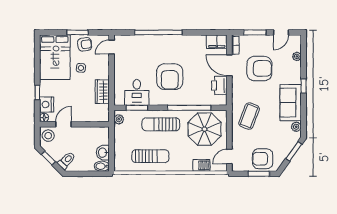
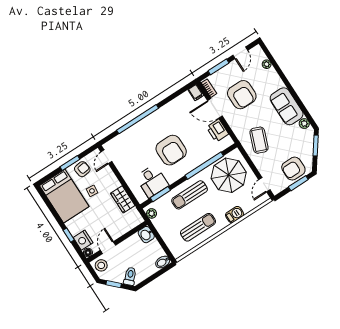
filing cabinet: (217, 42) -> (196, 92), width x0.50
armchair: (259, 69) -> (242, 95), turned 90
window: (304, 86) -> (288, 85), removed
washbasin: (103, 153) -> (146, 235), moved
barbecue: (201, 165) -> (235, 215), moved

